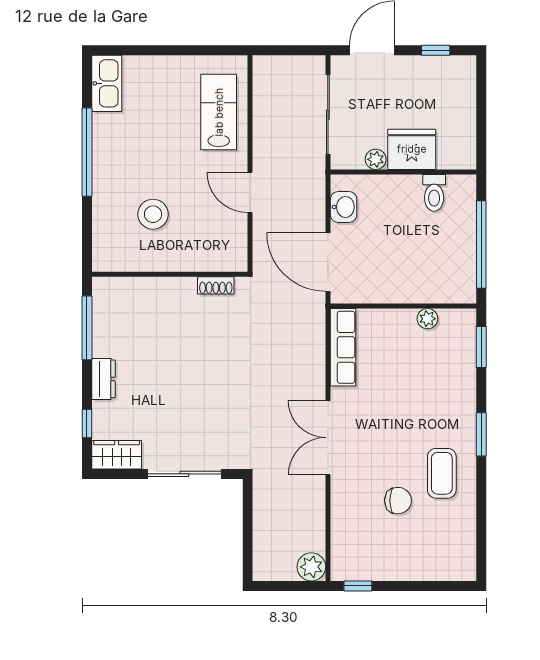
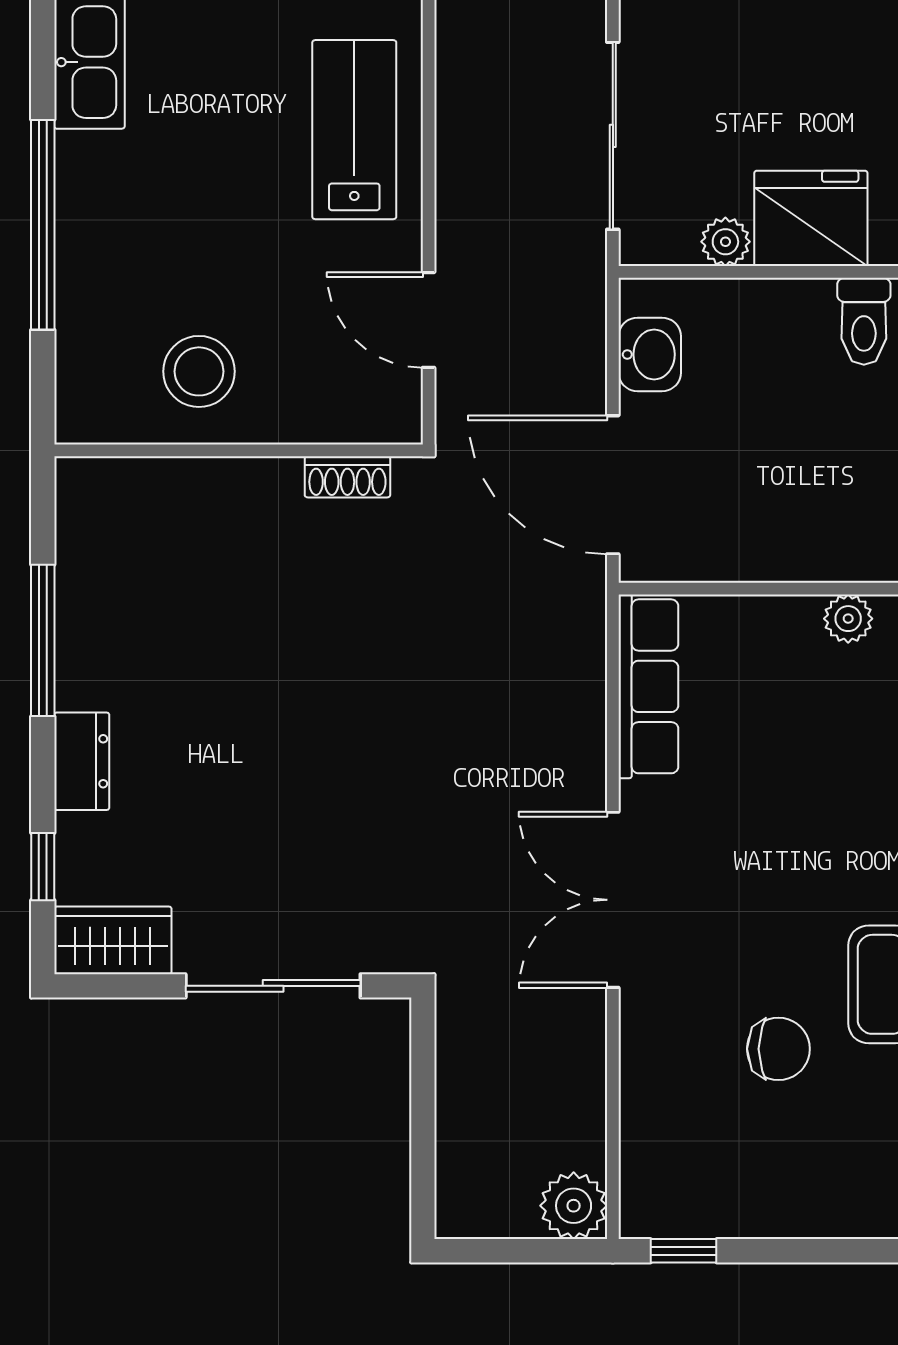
wall: (170, 274) -> (239, 450), moved
shoe rack: (216, 285) -> (347, 477), moved

